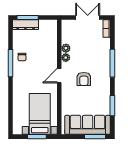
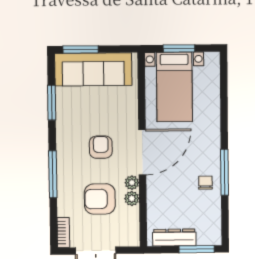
dresser: (26, 25) -> (174, 237), moved
armchair: (85, 48) -> (100, 199), added
door: (59, 76) -> (142, 152), width x1.88

